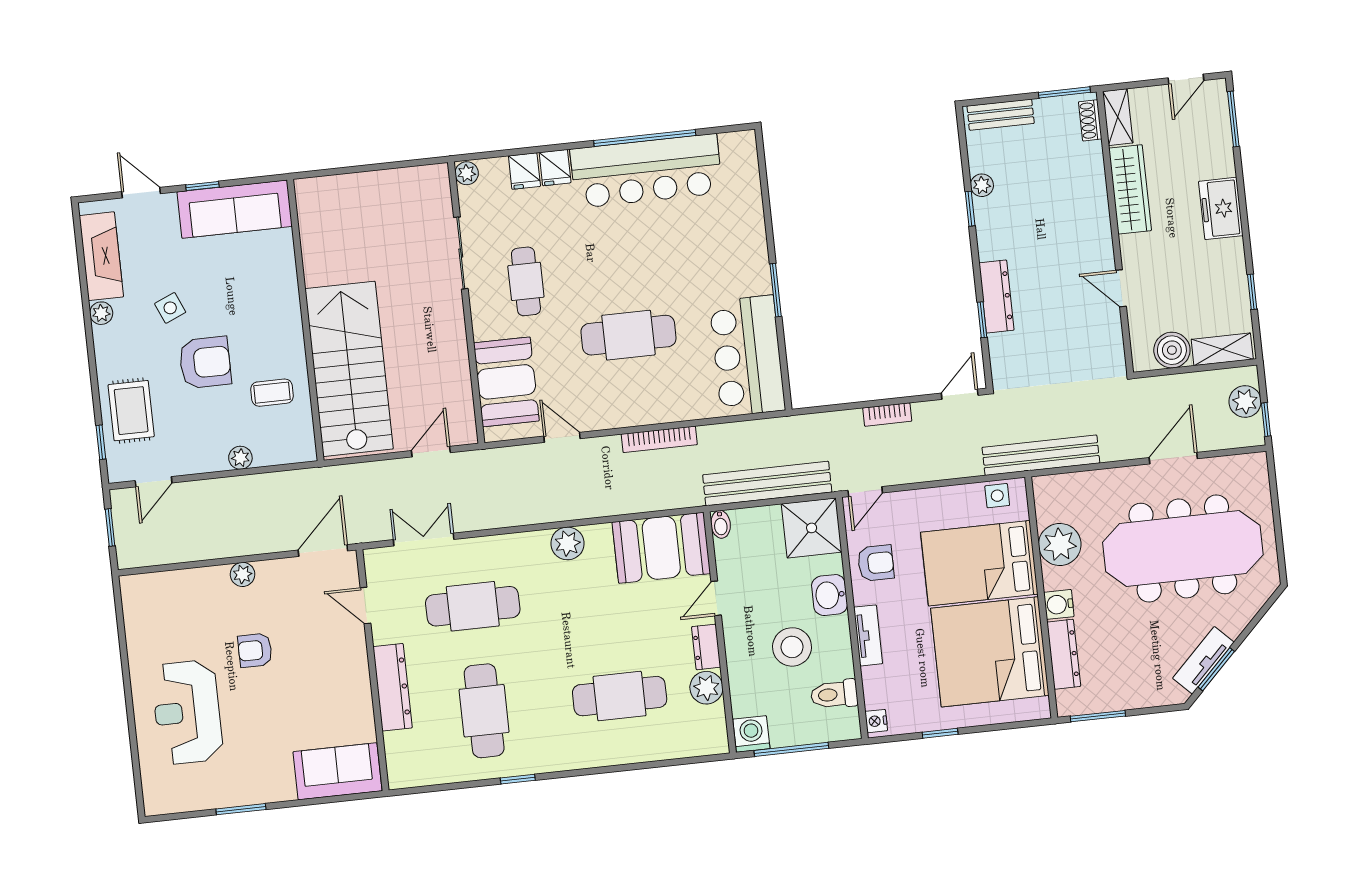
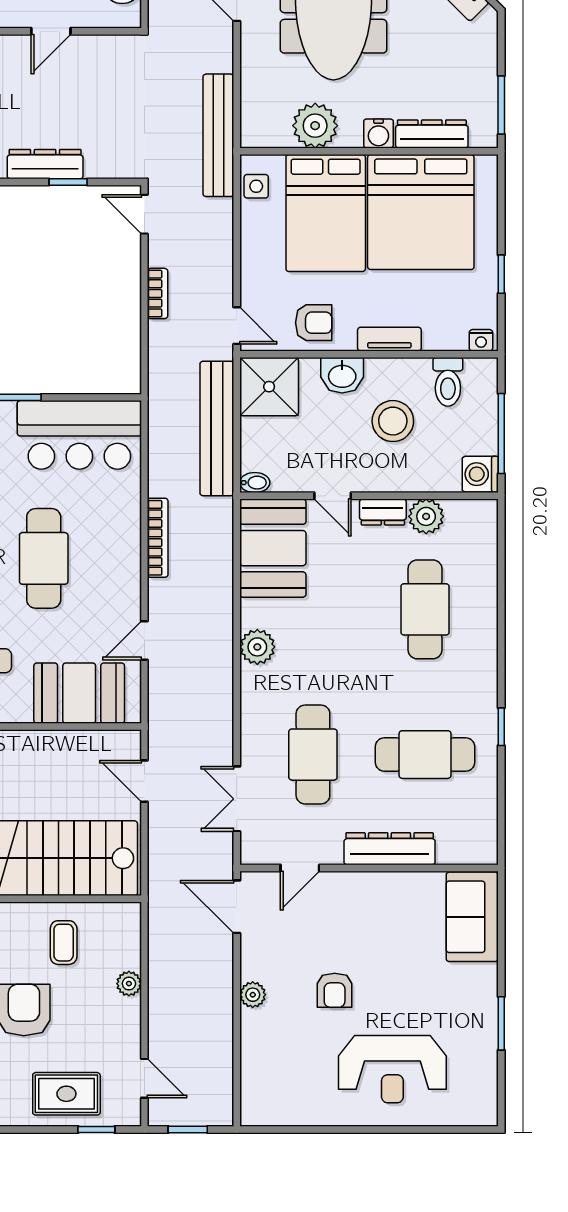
armchair: (876, 563) -> (314, 323), turned 90

